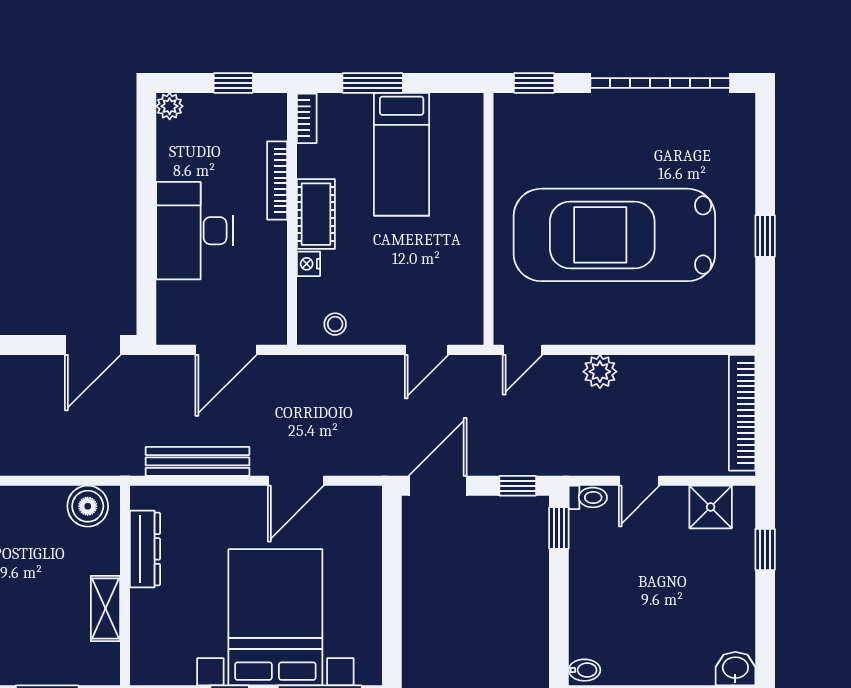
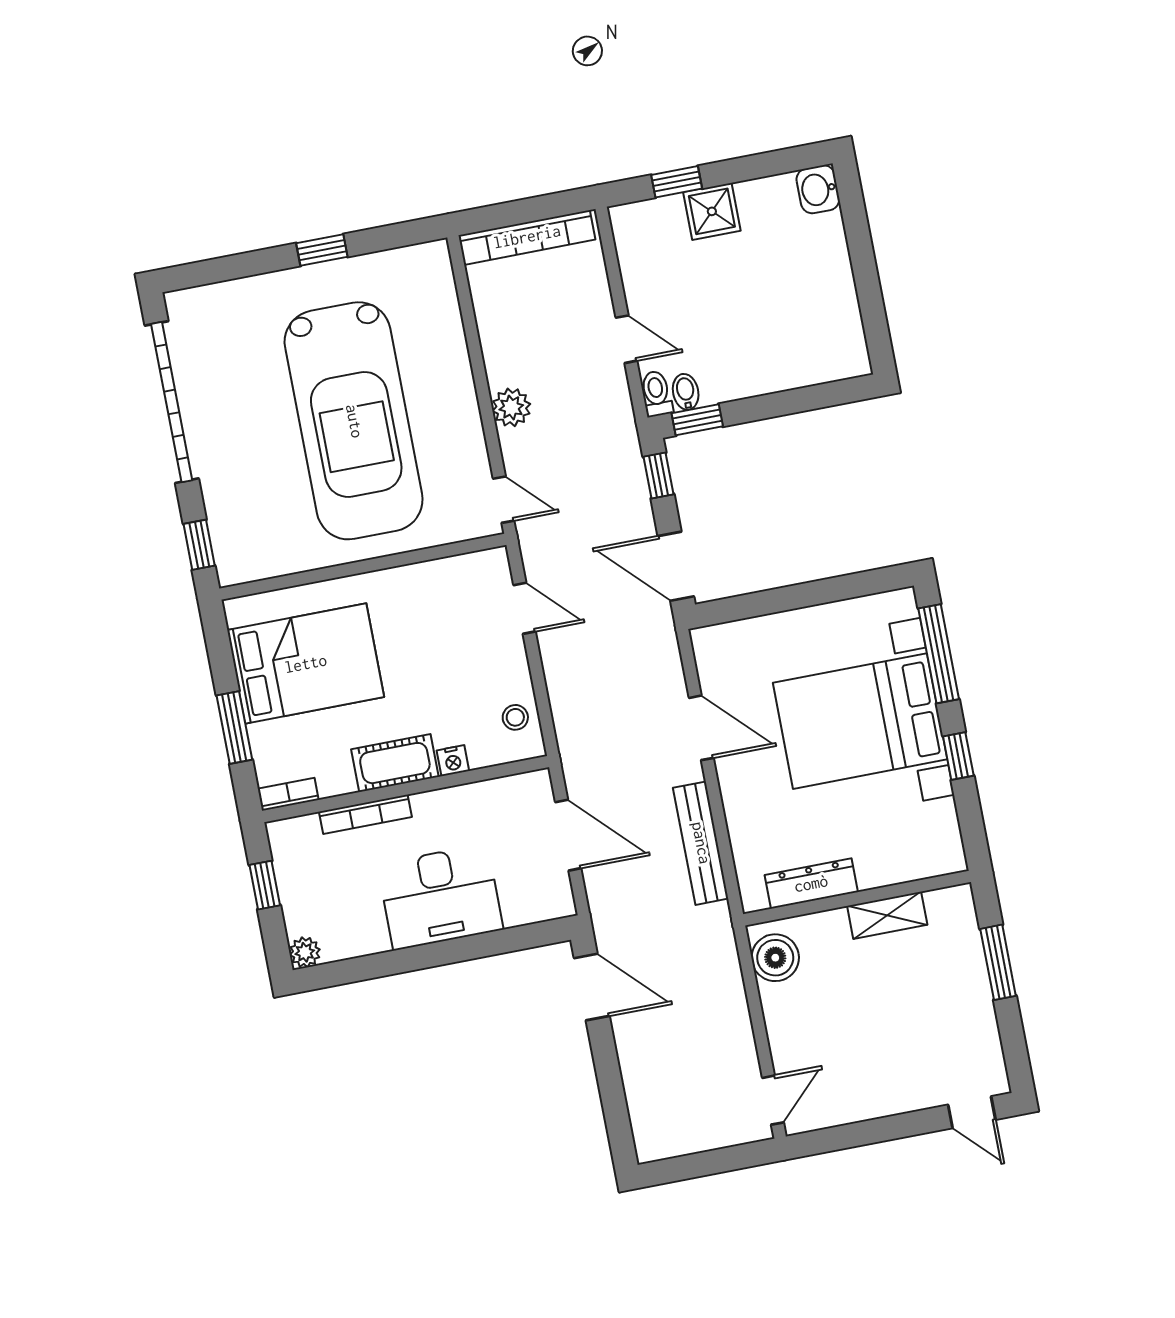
bed: (402, 154) -> (306, 664), width x1.50
shower: (711, 507) -> (712, 211), moved
bidet: (585, 670) -> (686, 392), moved

